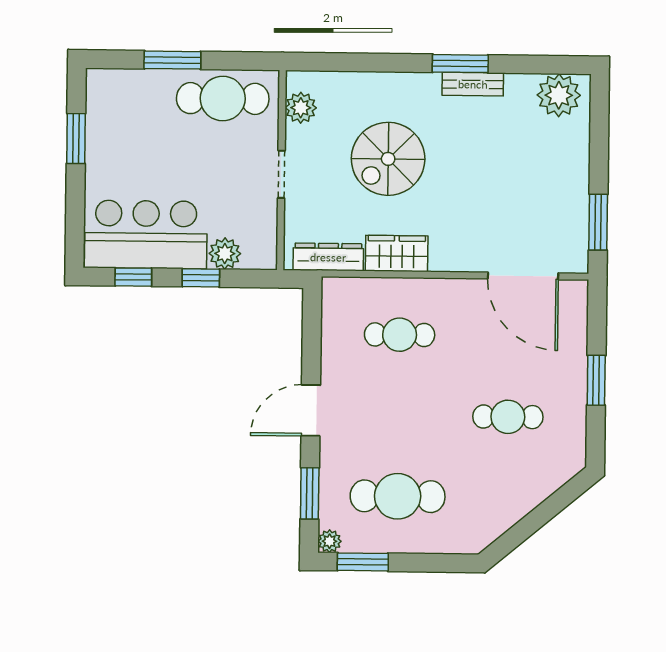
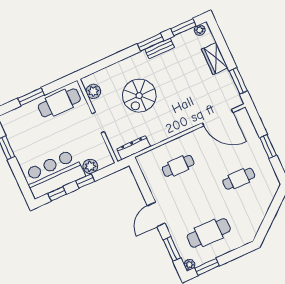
window: (539, 65) -> (183, 27), added
plant: (559, 95) -> (200, 30), width x0.53, depth x0.53
wardrobe: (397, 253) -> (215, 59), moved, turned -90

